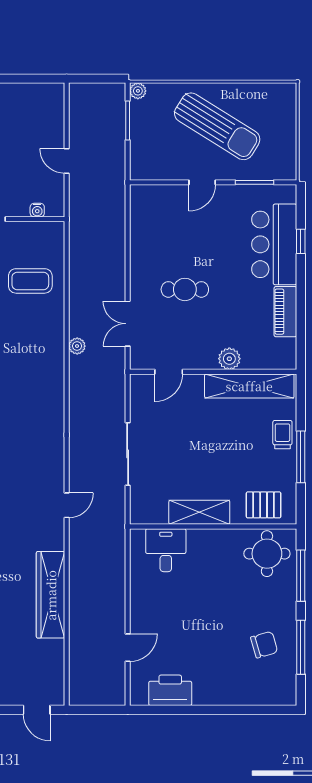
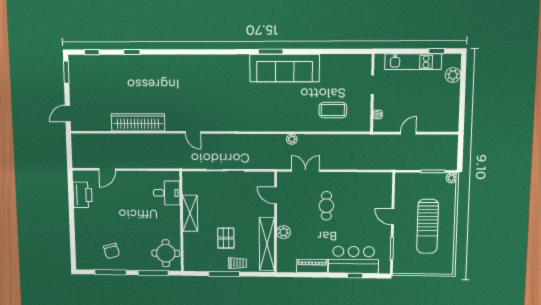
sun lounger: (217, 126) -> (428, 226), turned -32
coffee table: (30, 281) -> (333, 110), turned 90
pallet: (264, 505) -> (226, 238), moved
door: (128, 648) -> (107, 169), hinge flipped

